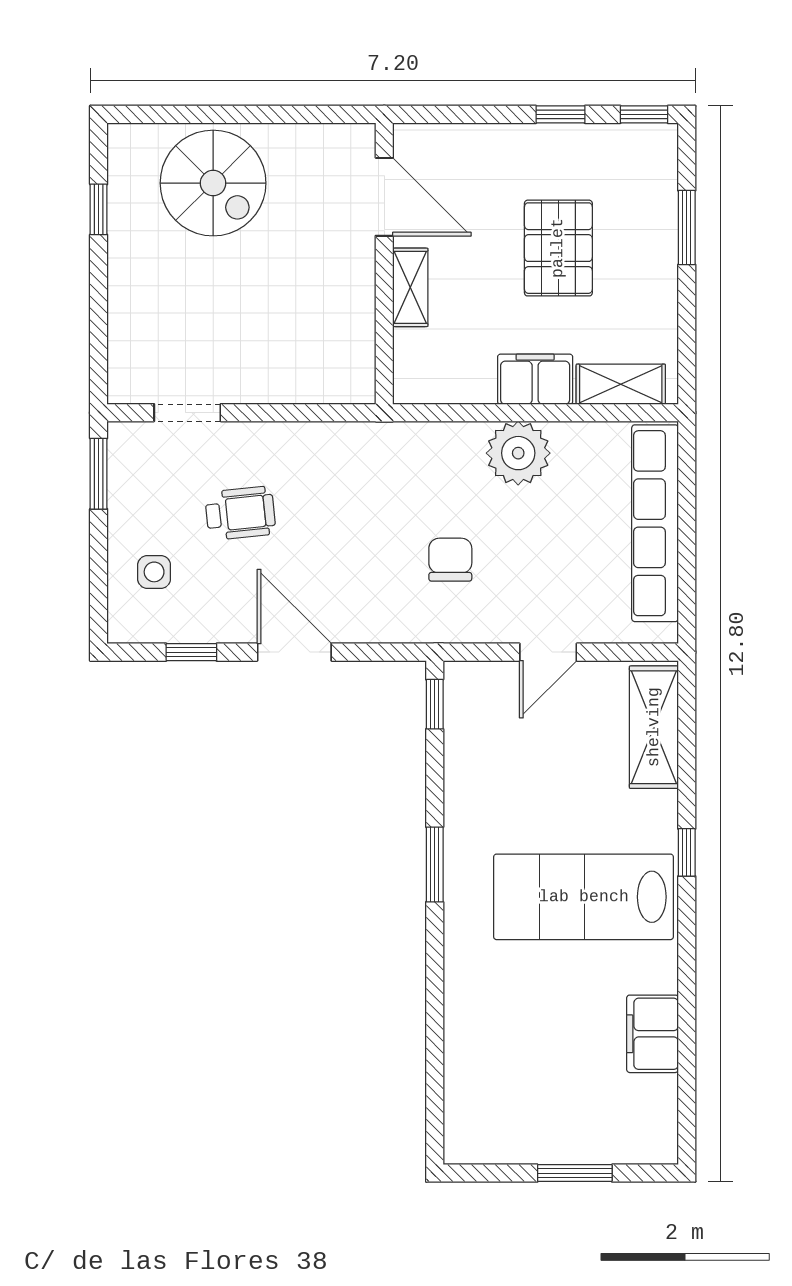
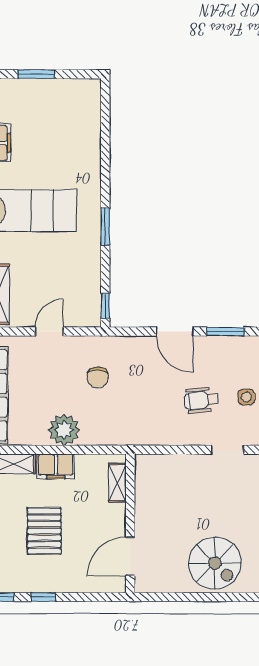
spiral stairs: (213, 183) -> (215, 563), turned 180
door: (384, 197) -> (130, 556), hinge flipped
shelving: (410, 287) -> (117, 483), moved
side table: (154, 572) -> (246, 397), moved
window: (191, 652) -> (225, 332), width x1.50

